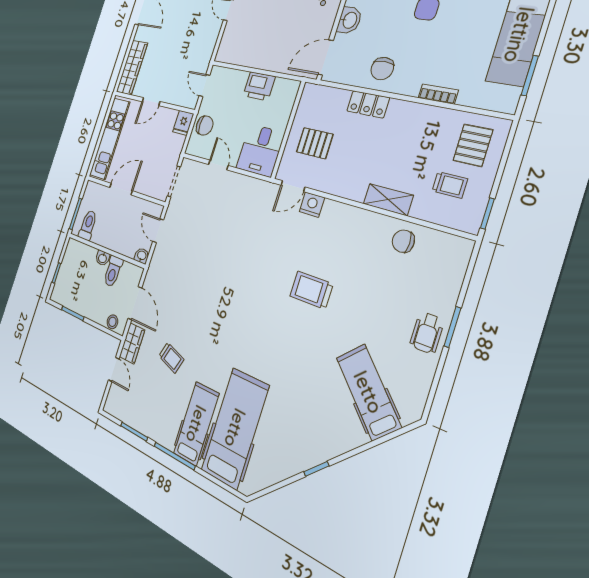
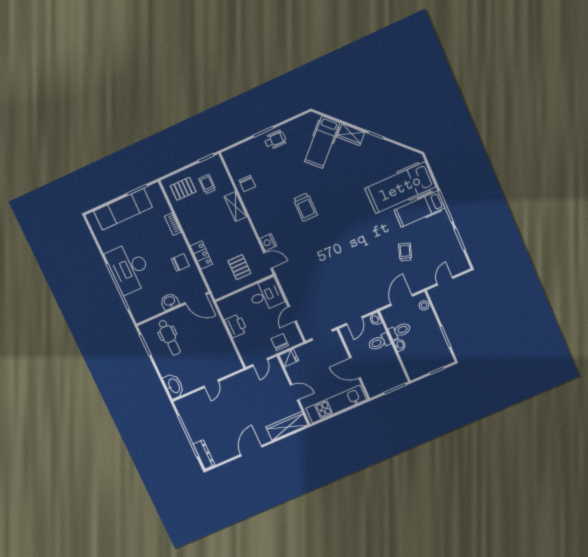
toilet: (88, 225) -> (379, 342), moved
wardrobe: (132, 343) -> (351, 135), moved, turned -135

